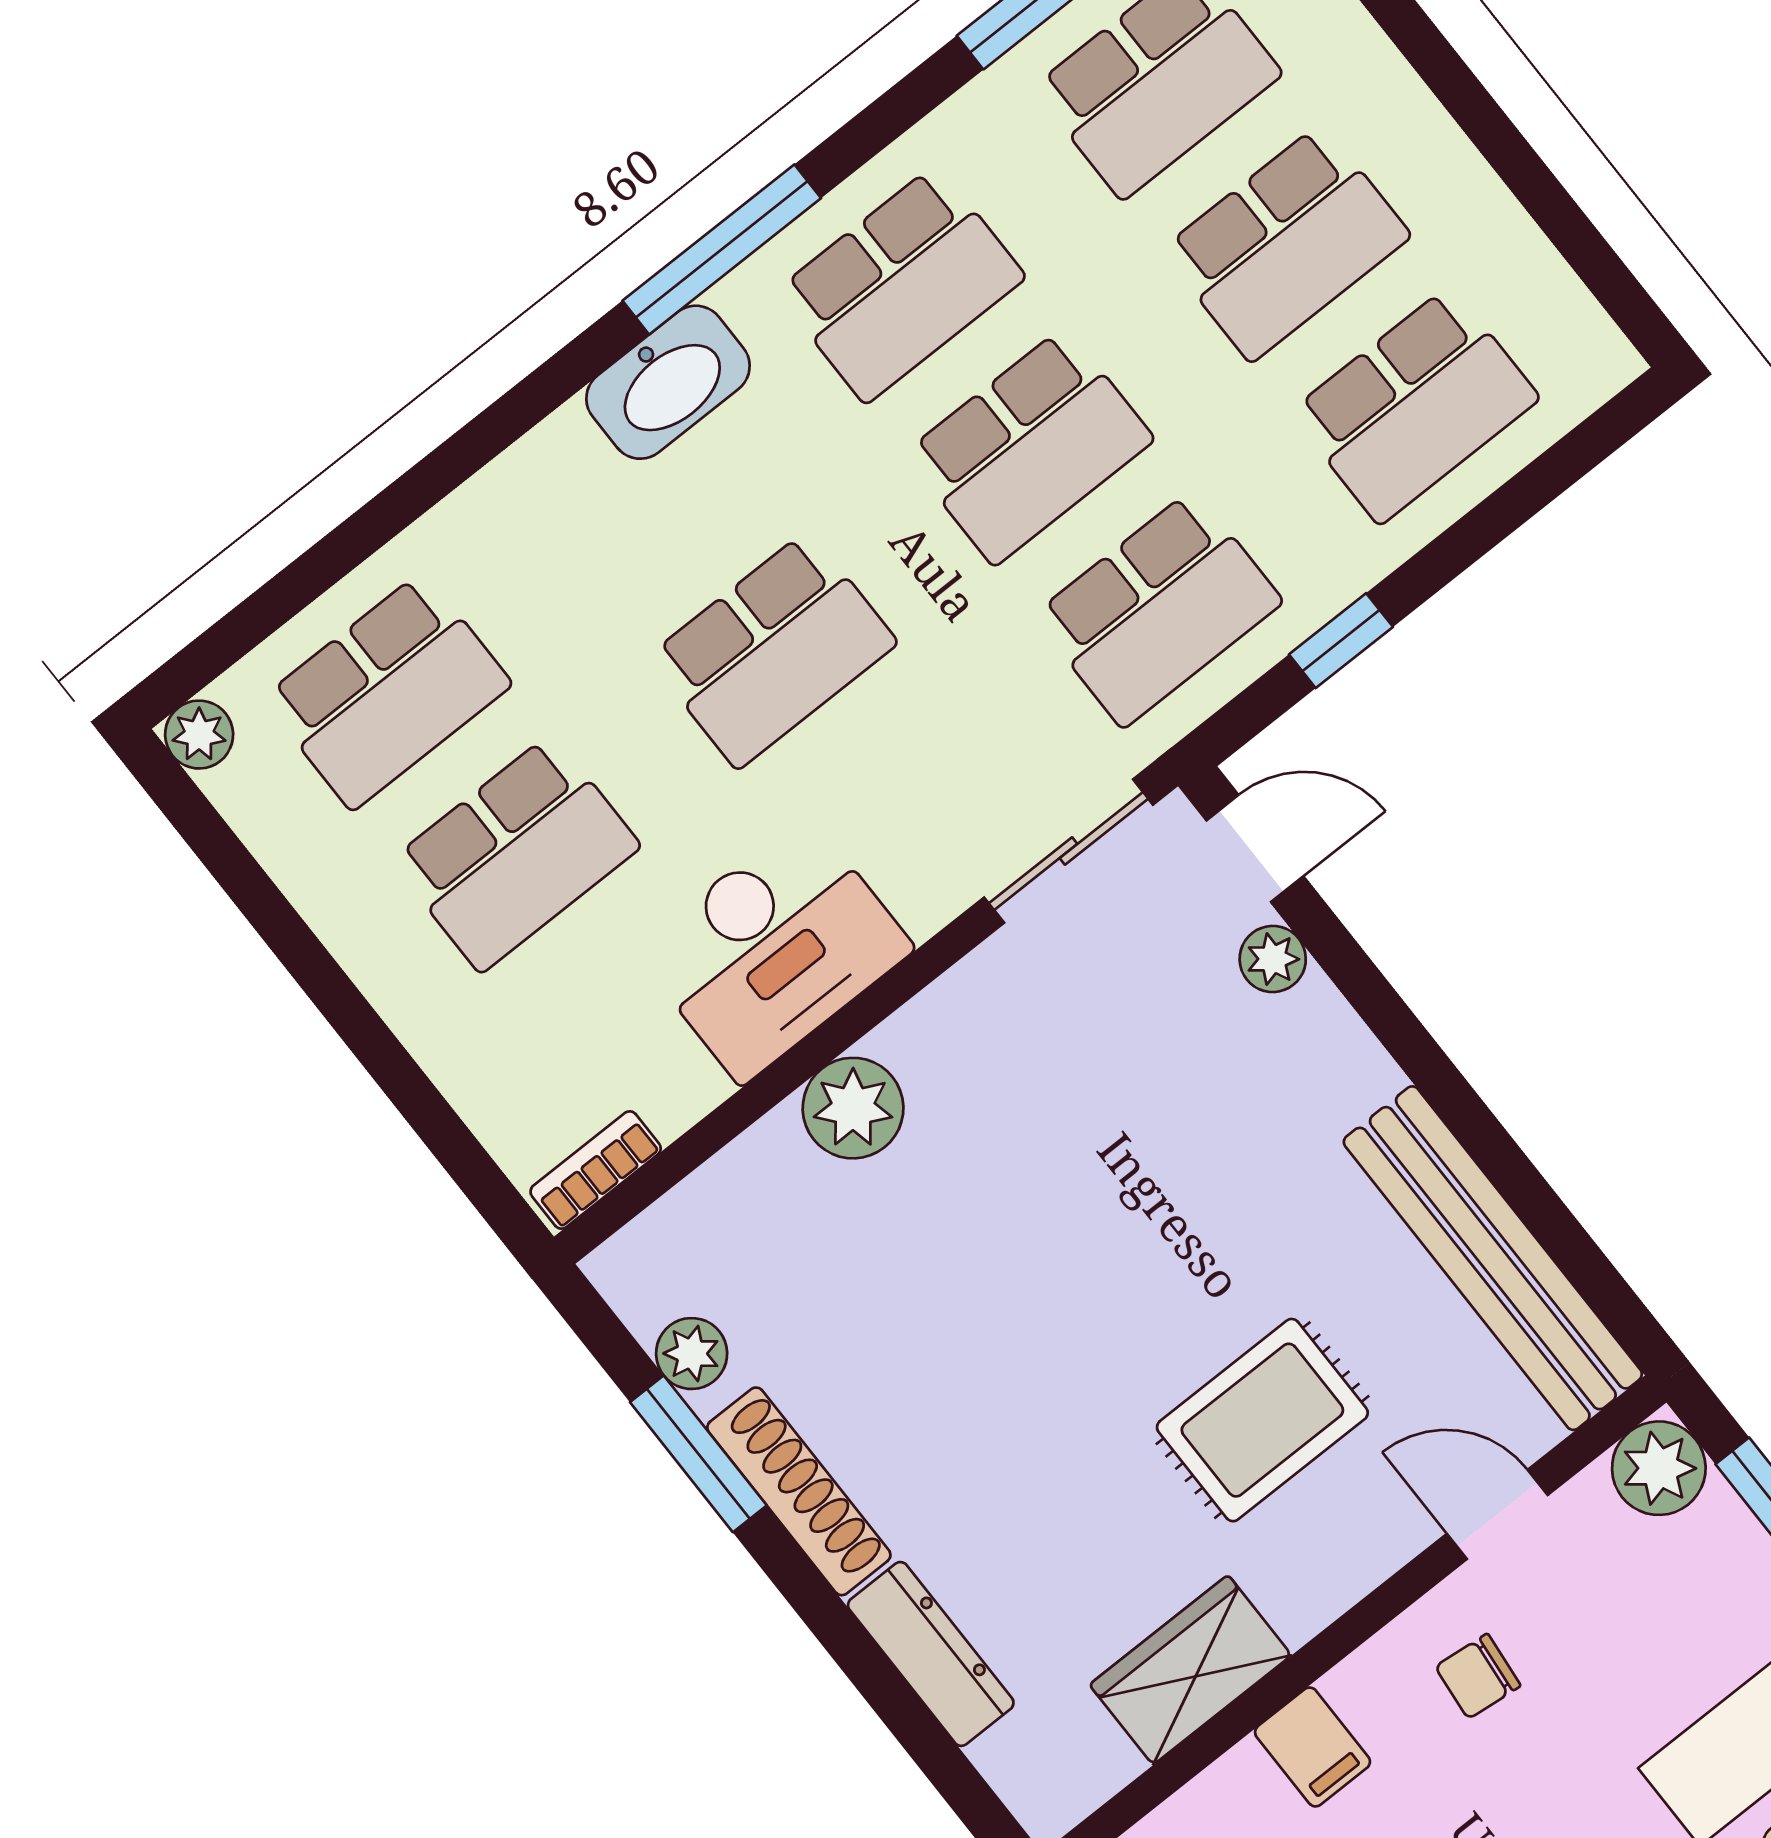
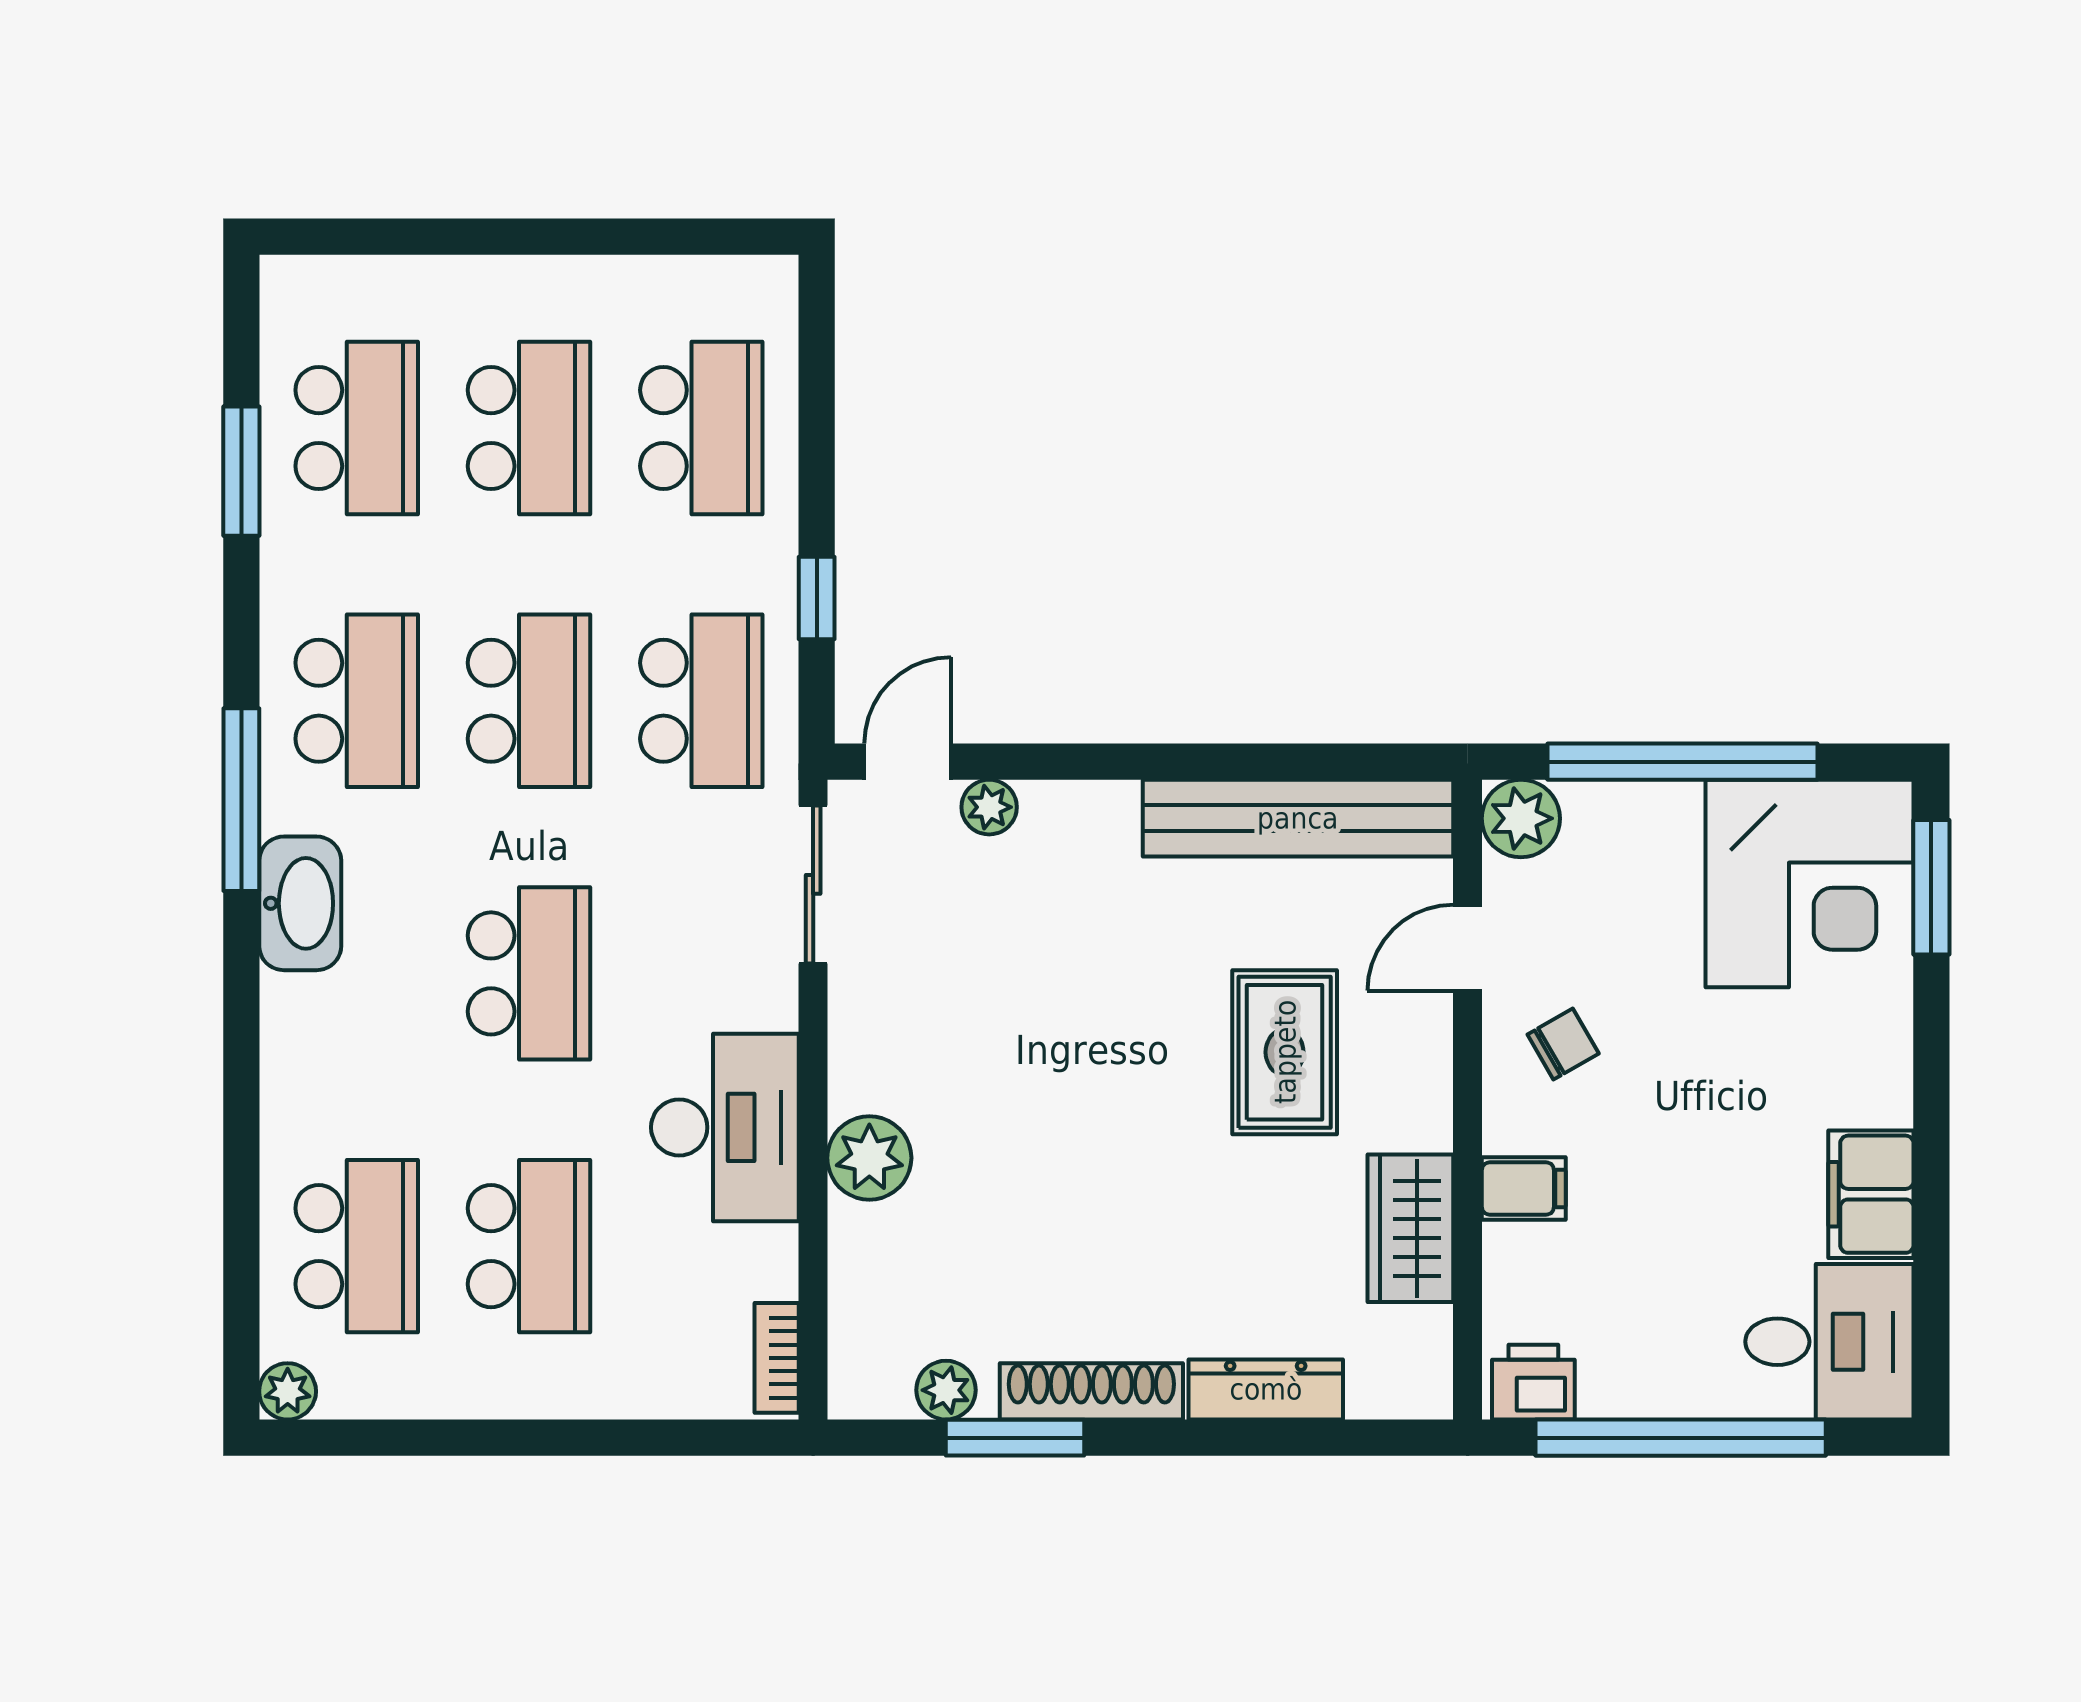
chair: (1478, 1676) -> (1563, 1044), turned -126

